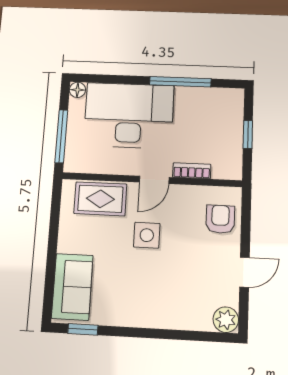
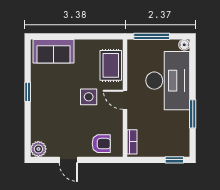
window: (180, 82) -> (193, 114), width x0.69
window: (248, 134) -> (174, 160), moved
bookcase: (192, 171) -> (132, 142), moved
window: (83, 329) -> (28, 92), moved

